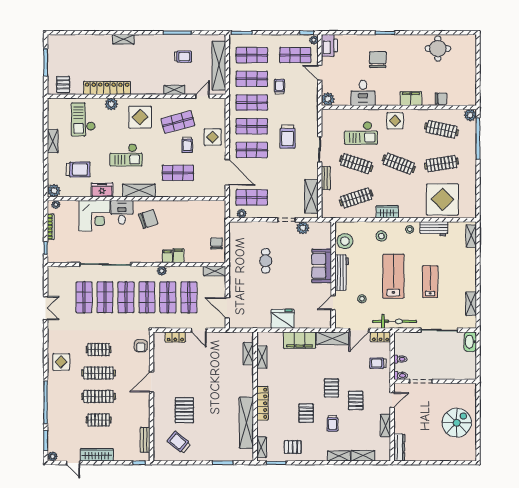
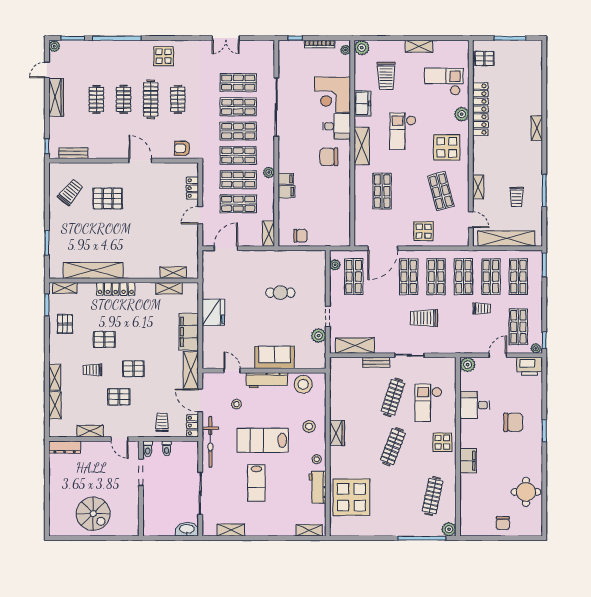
chair: (441, 99) -> (503, 523), moved
trolley: (187, 145) -> (415, 202), removed
clothes rail: (442, 164) -> (393, 496), removed
clothes rail: (356, 198) -> (353, 397), removed
chair: (148, 219) -> (329, 157), turned 108
lab bench: (393, 276) -> (263, 440), turned 180
lab bench: (430, 282) -> (256, 483), turned 90
clothes rail: (99, 396) -> (124, 99), width x0.73

